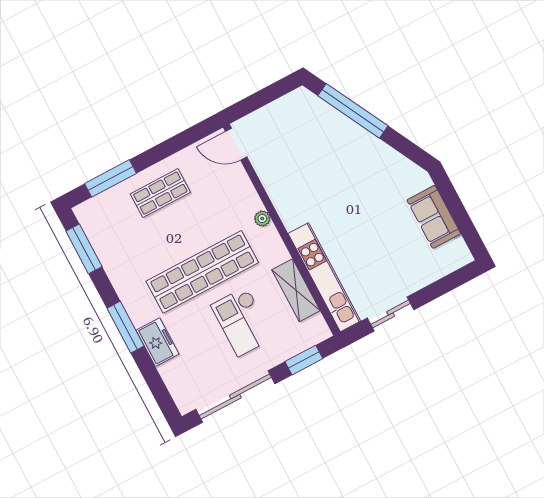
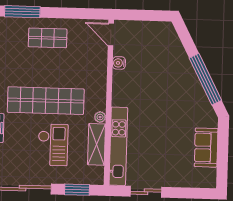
window: (353, 111) -> (205, 79), moved
water cooler: (266, 174) -> (119, 63), added
plant: (262, 219) -> (100, 117), moved
checkout: (242, 322) -> (53, 145), turned 180

